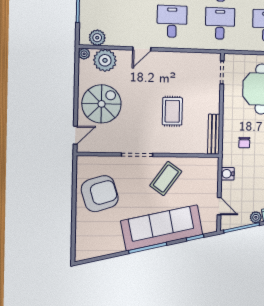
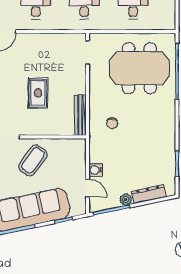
water cooler: (228, 174) -> (96, 170), moved

